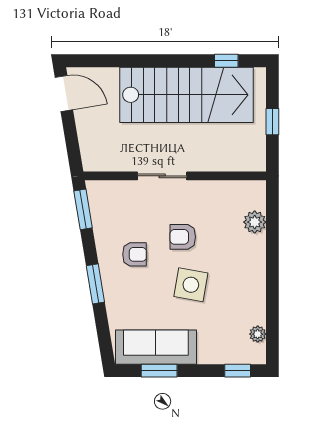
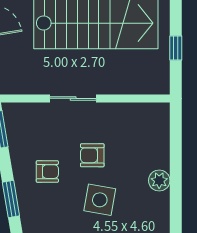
plant: (255, 222) -> (159, 181), moved

